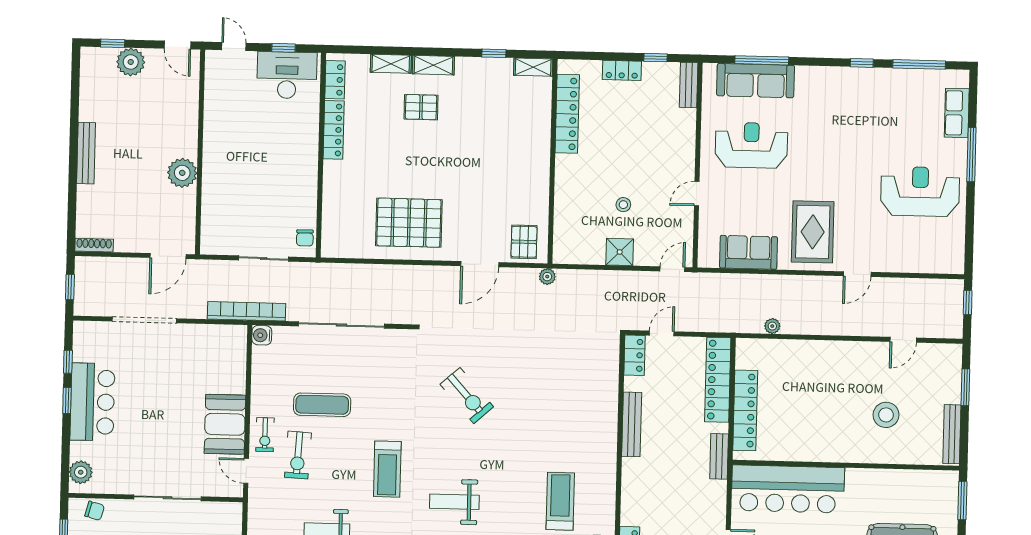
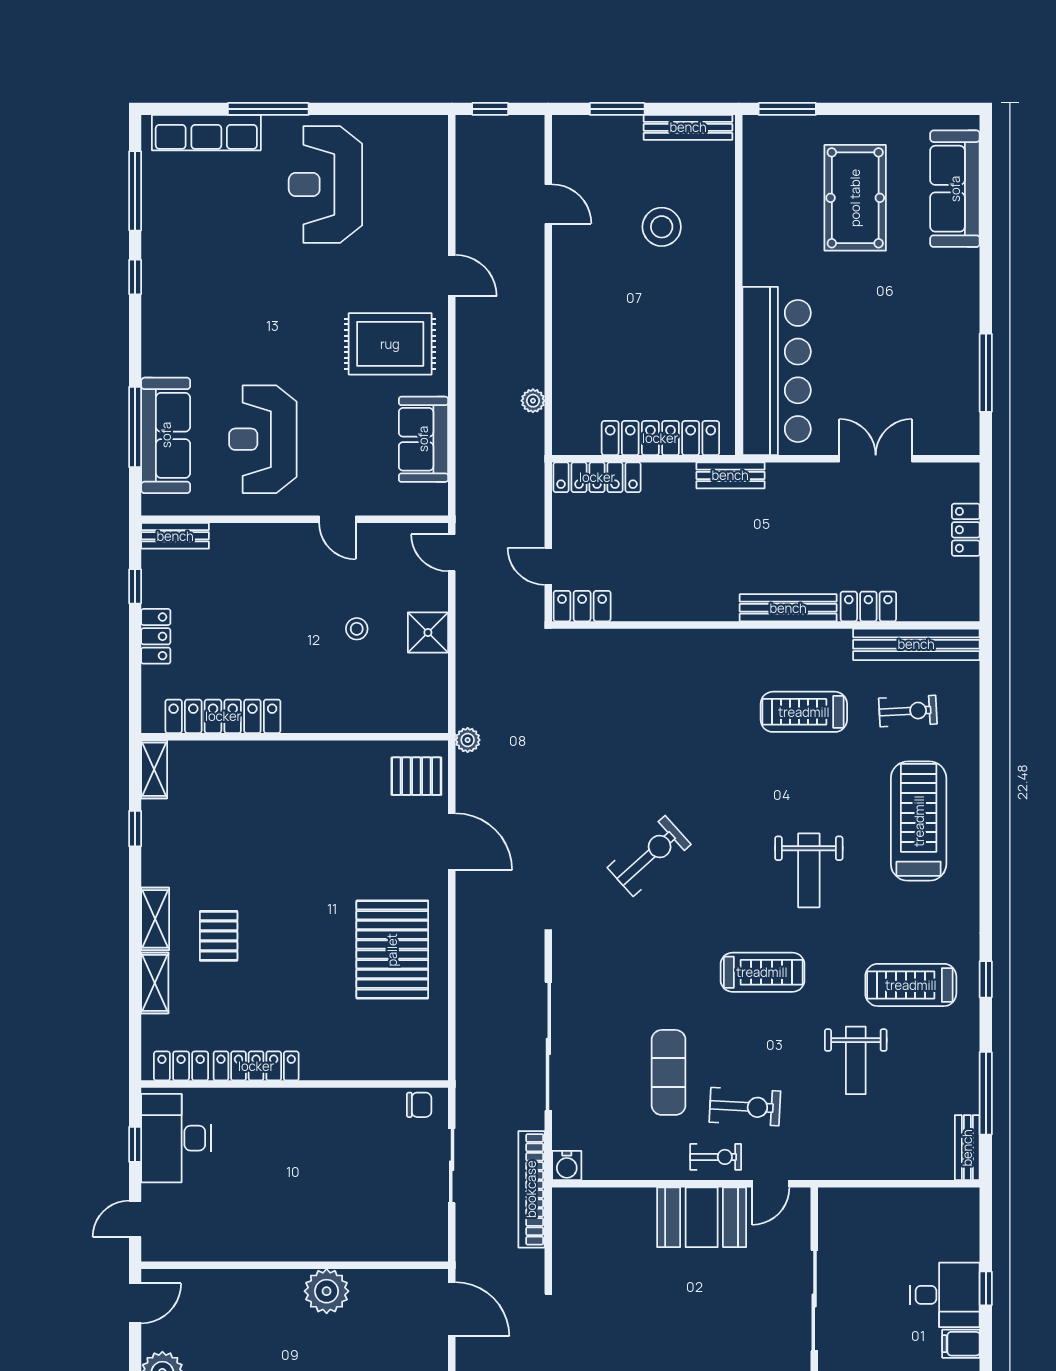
row of seats: (957, 113) -> (206, 133), width x1.48
locker: (718, 380) -> (597, 477), width x0.71, depth x0.83
bench: (632, 424) -> (788, 608), moved

